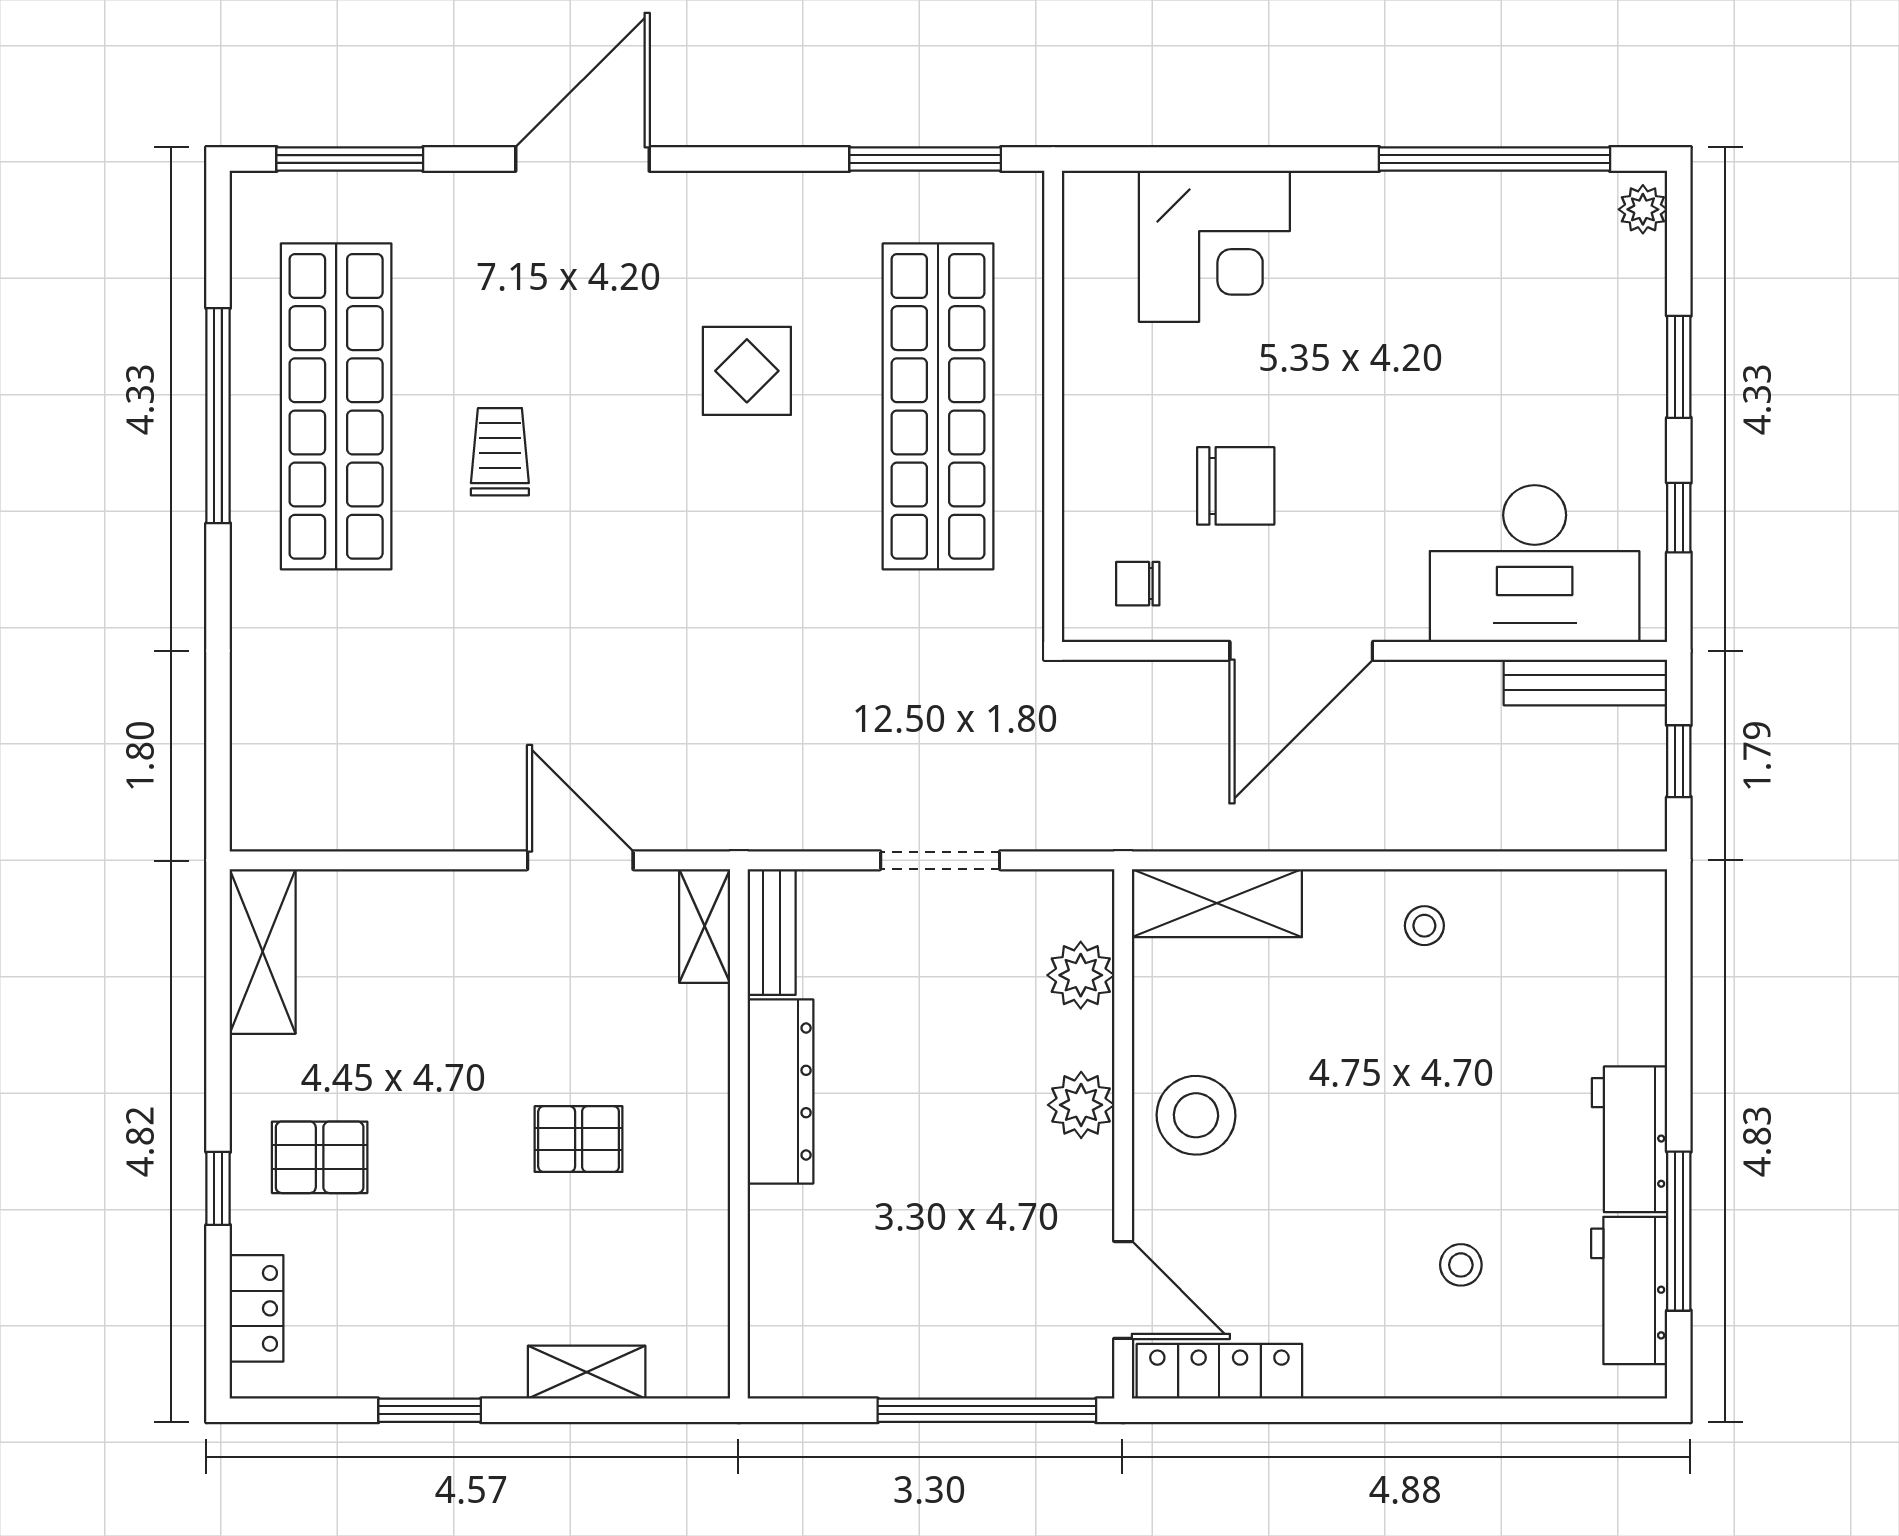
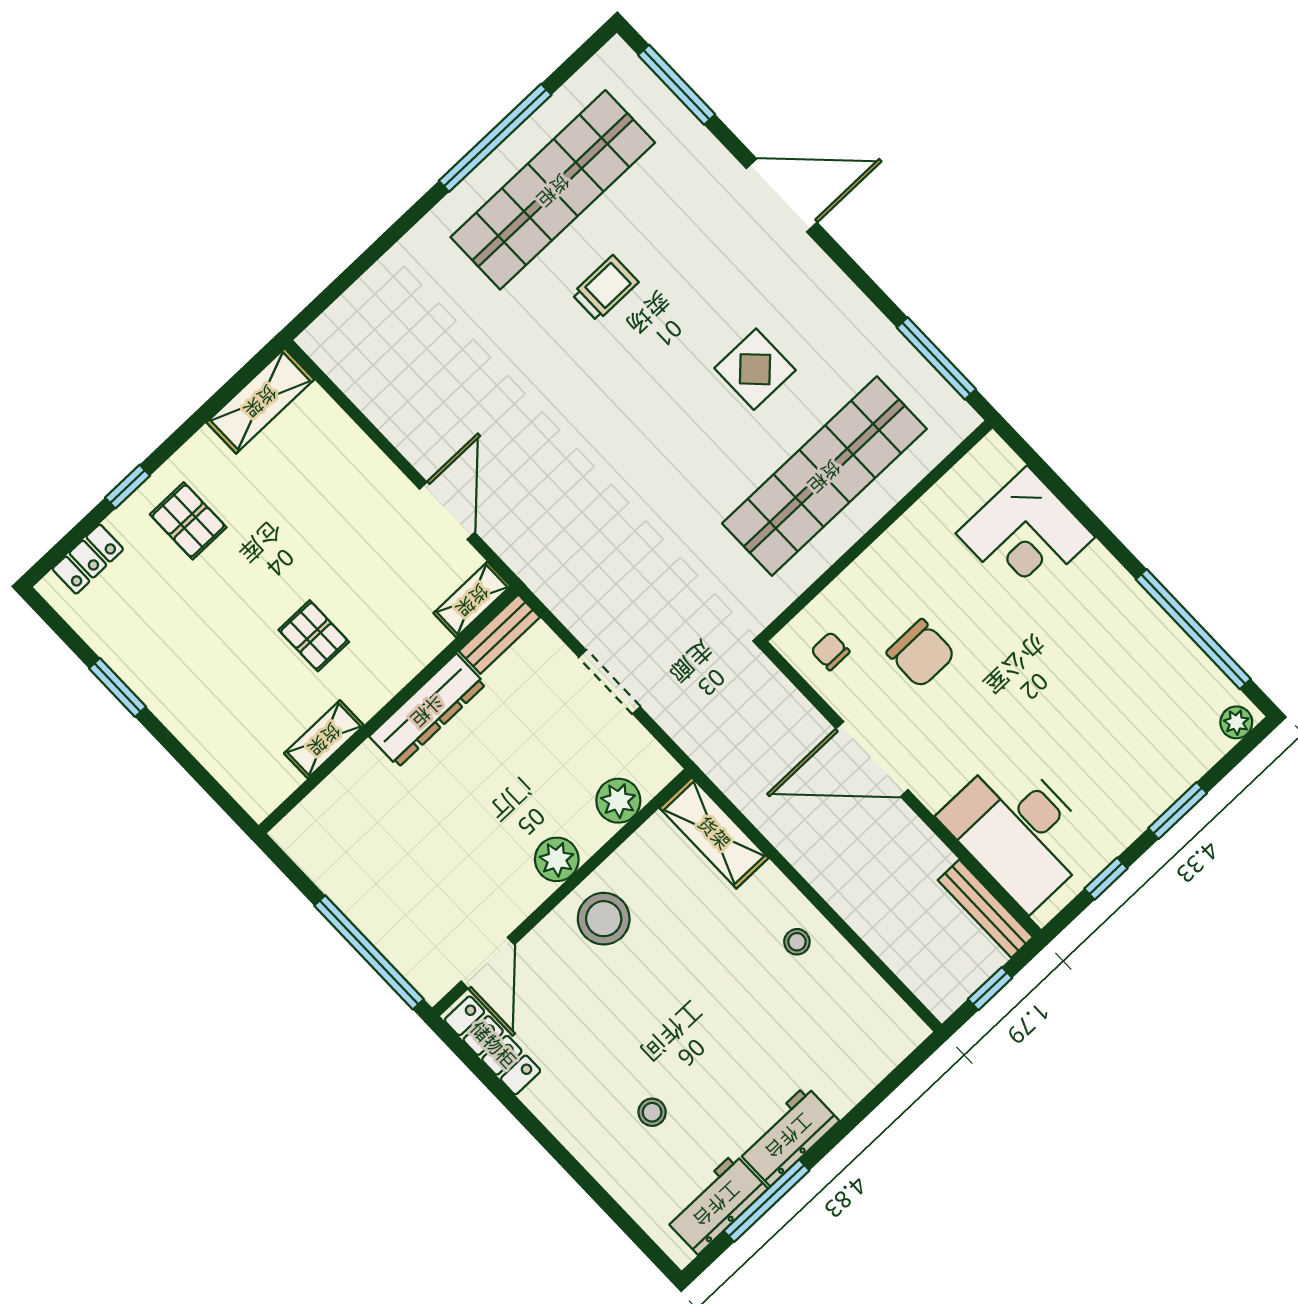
shelving: (587, 1372) -> (324, 739), moved, turned 90

